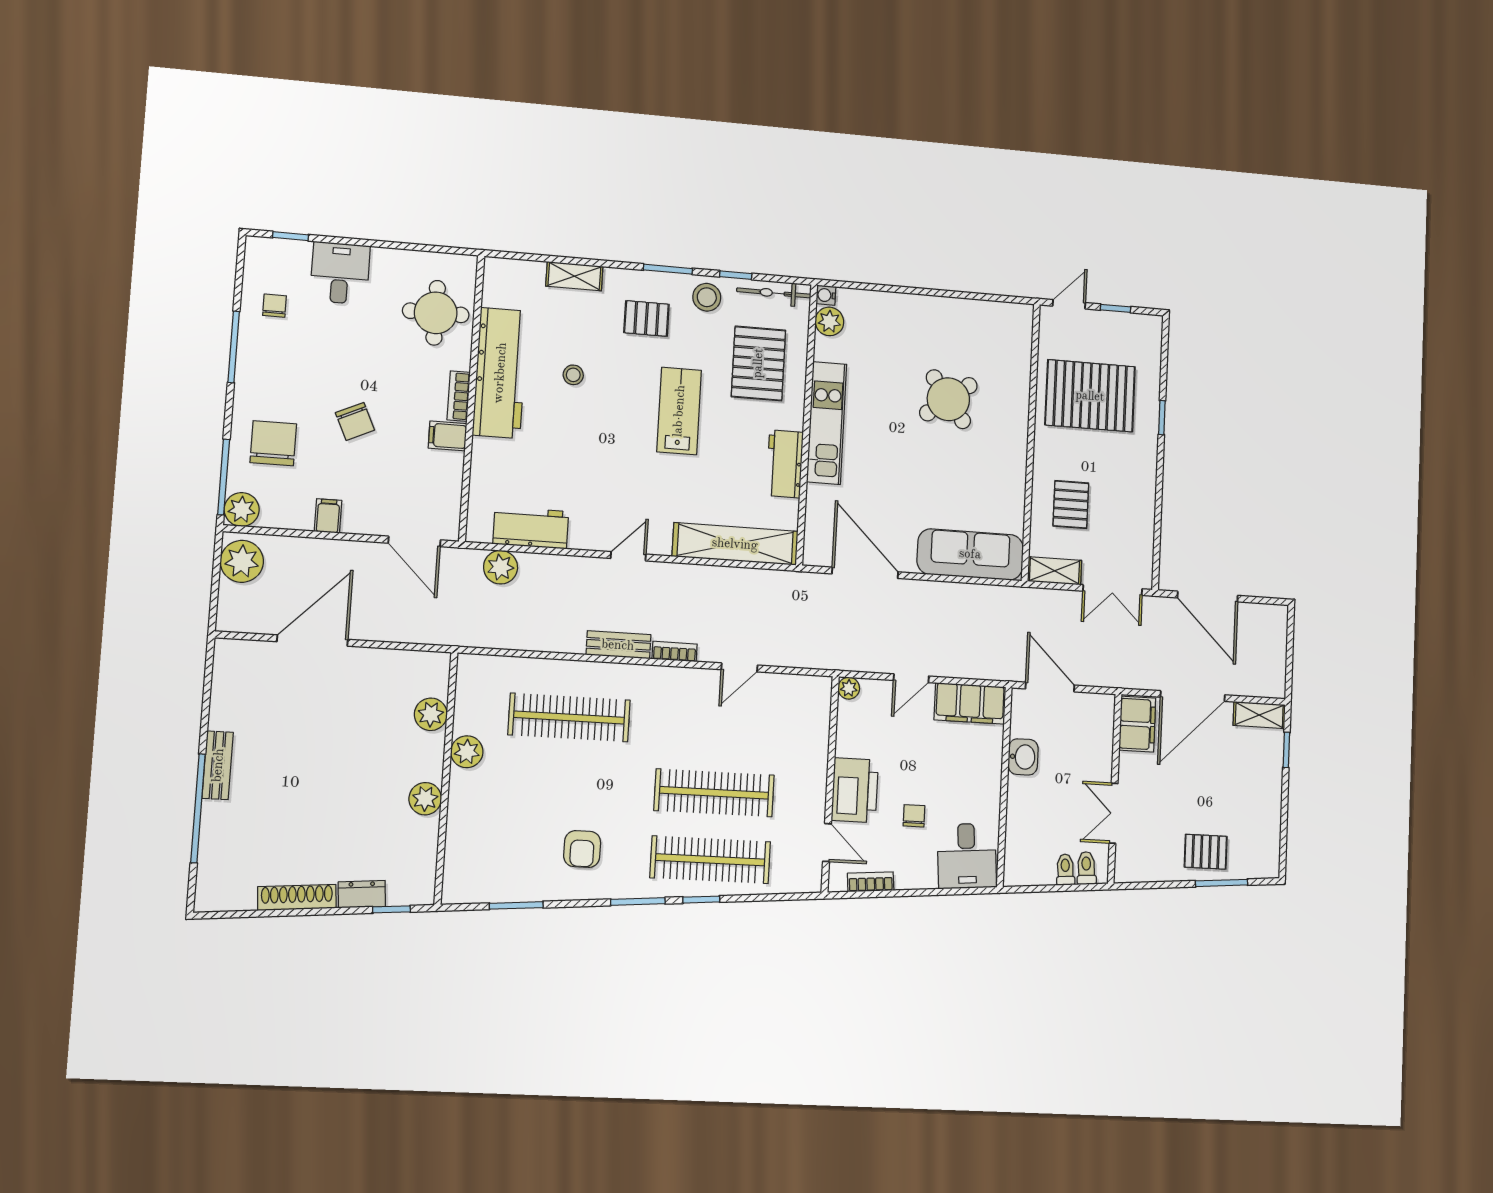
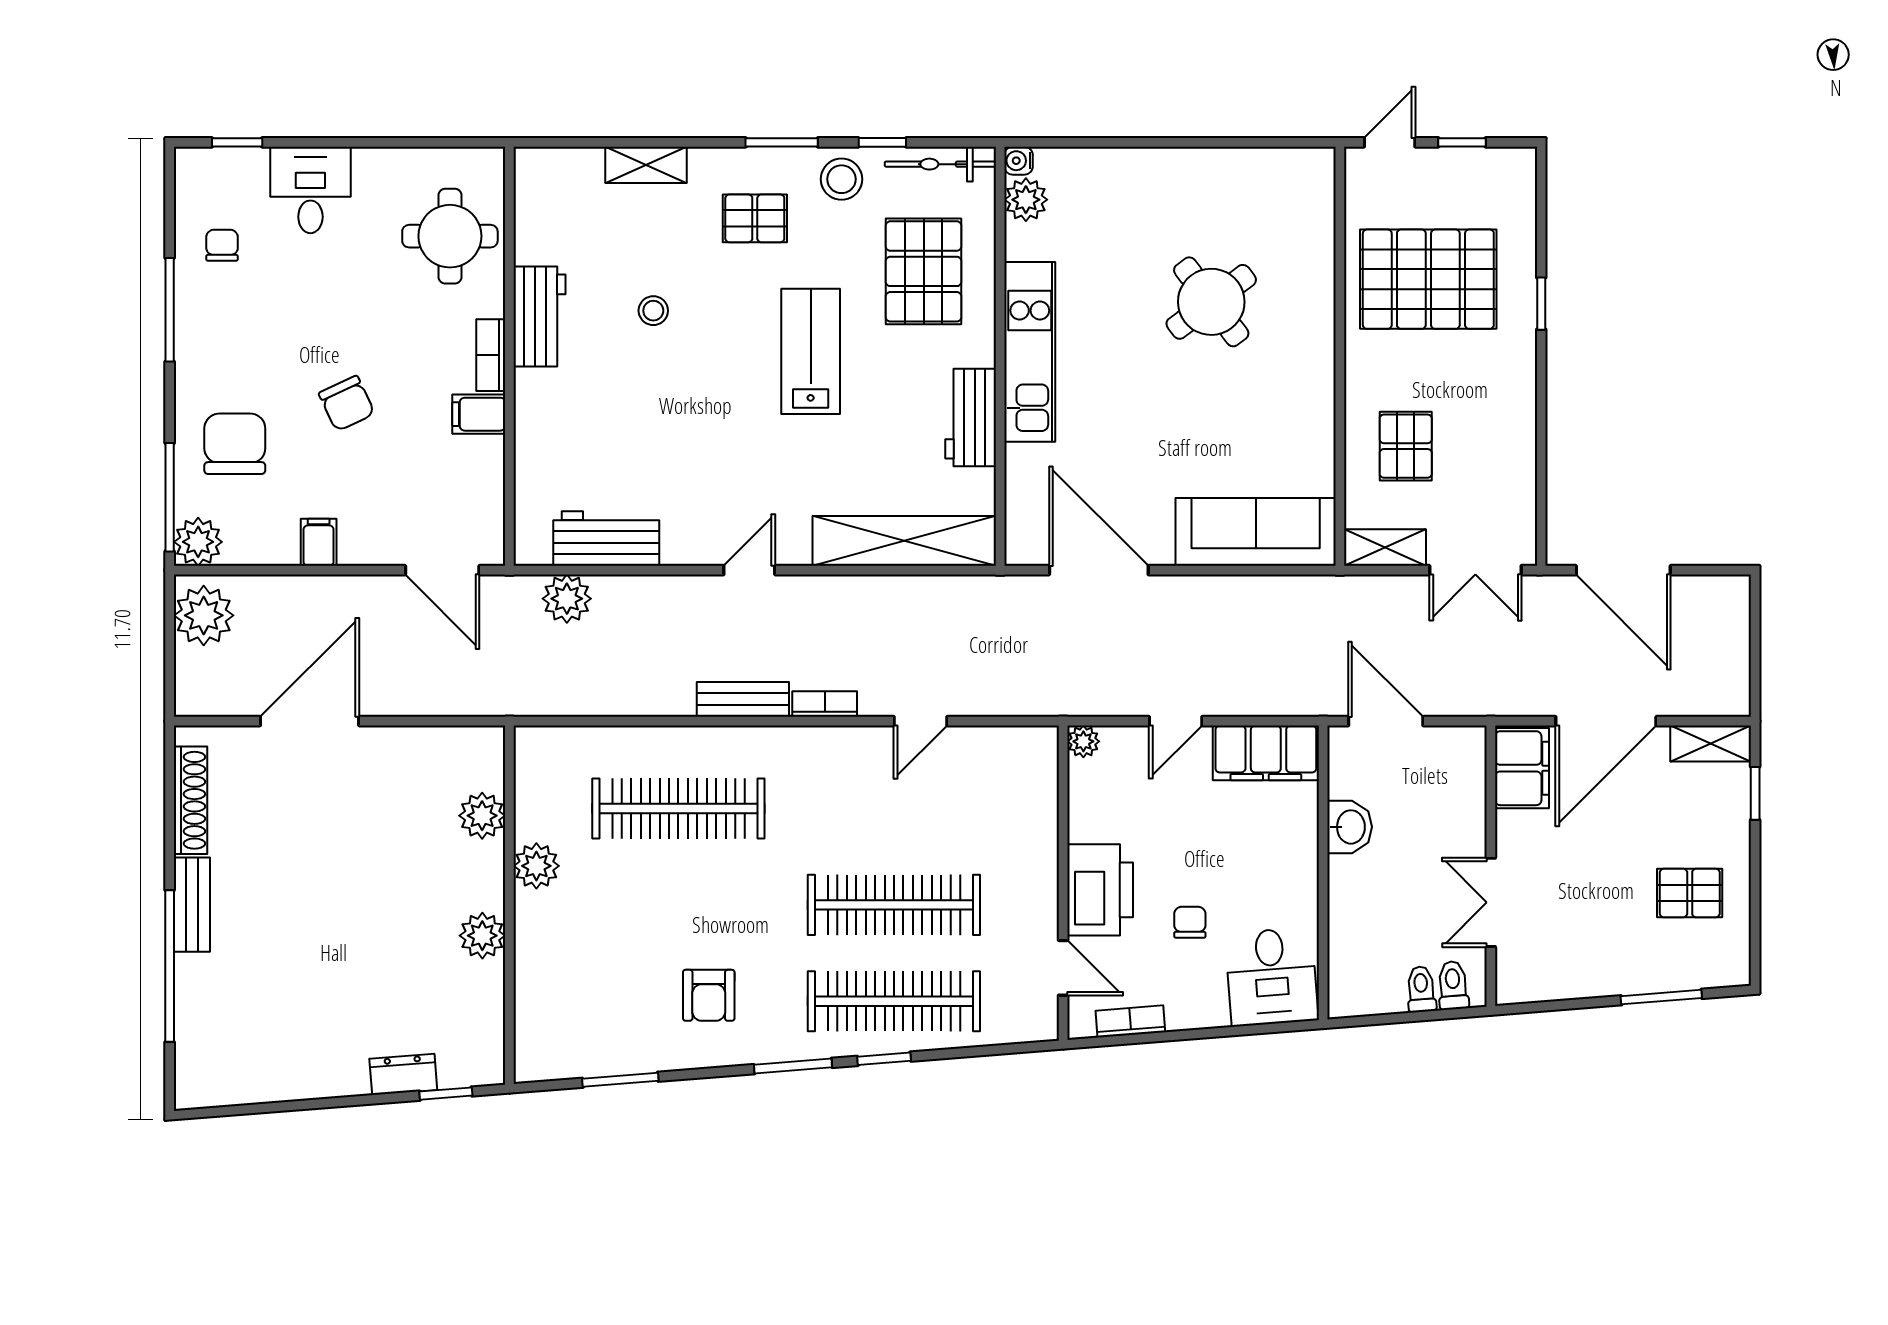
workbench: (500, 373) -> (539, 316), width x0.53, depth x0.76
pallet: (1206, 852) -> (1690, 893), moved
shoe rack: (297, 897) -> (190, 800), moved, turned 95

